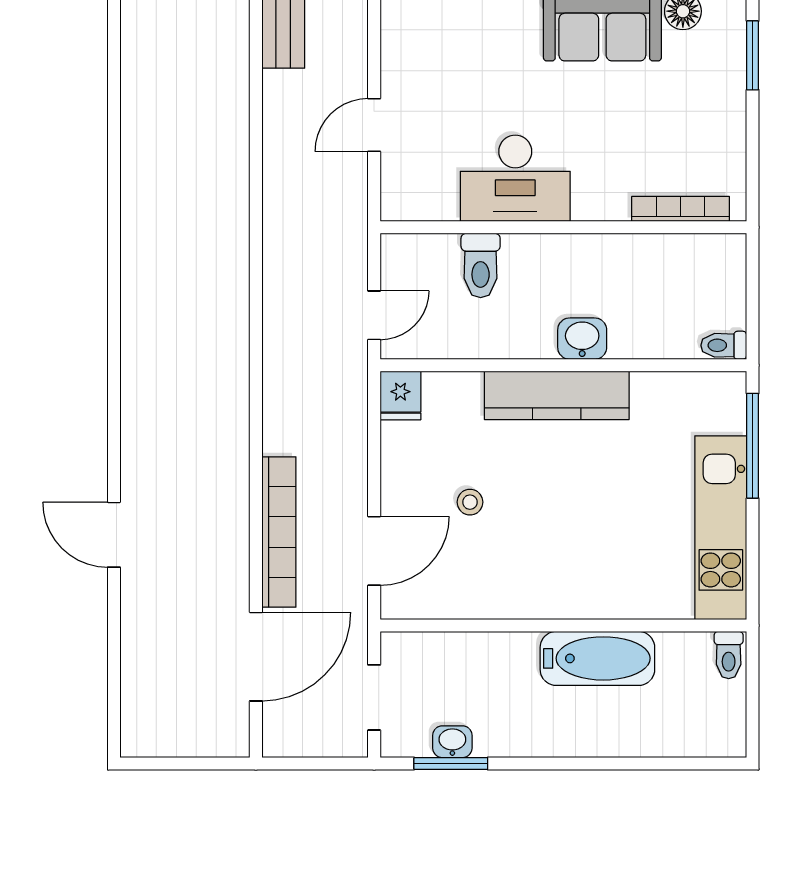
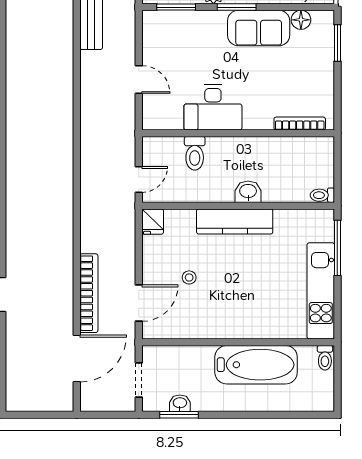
door: (374, 125) -> (139, 80), swing flipped
bathtub: (597, 658) -> (256, 365), width x1.36, depth x1.36

